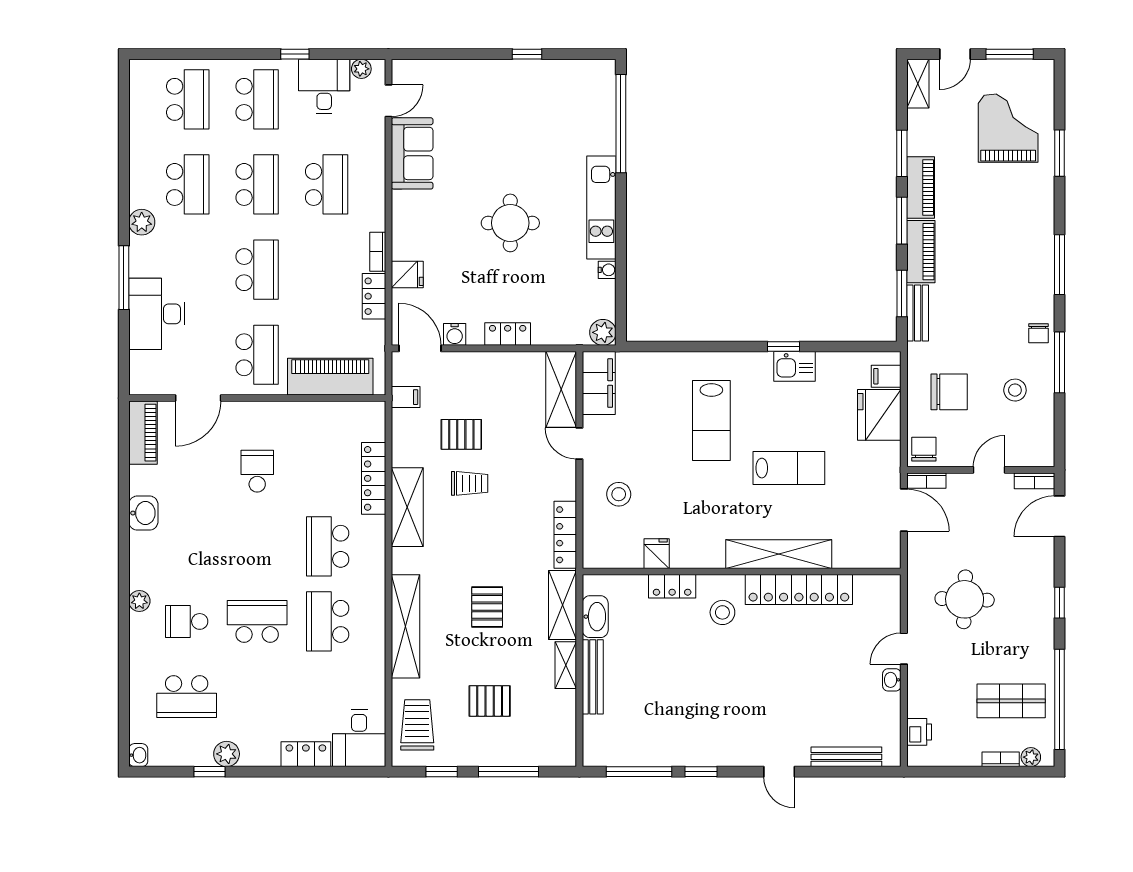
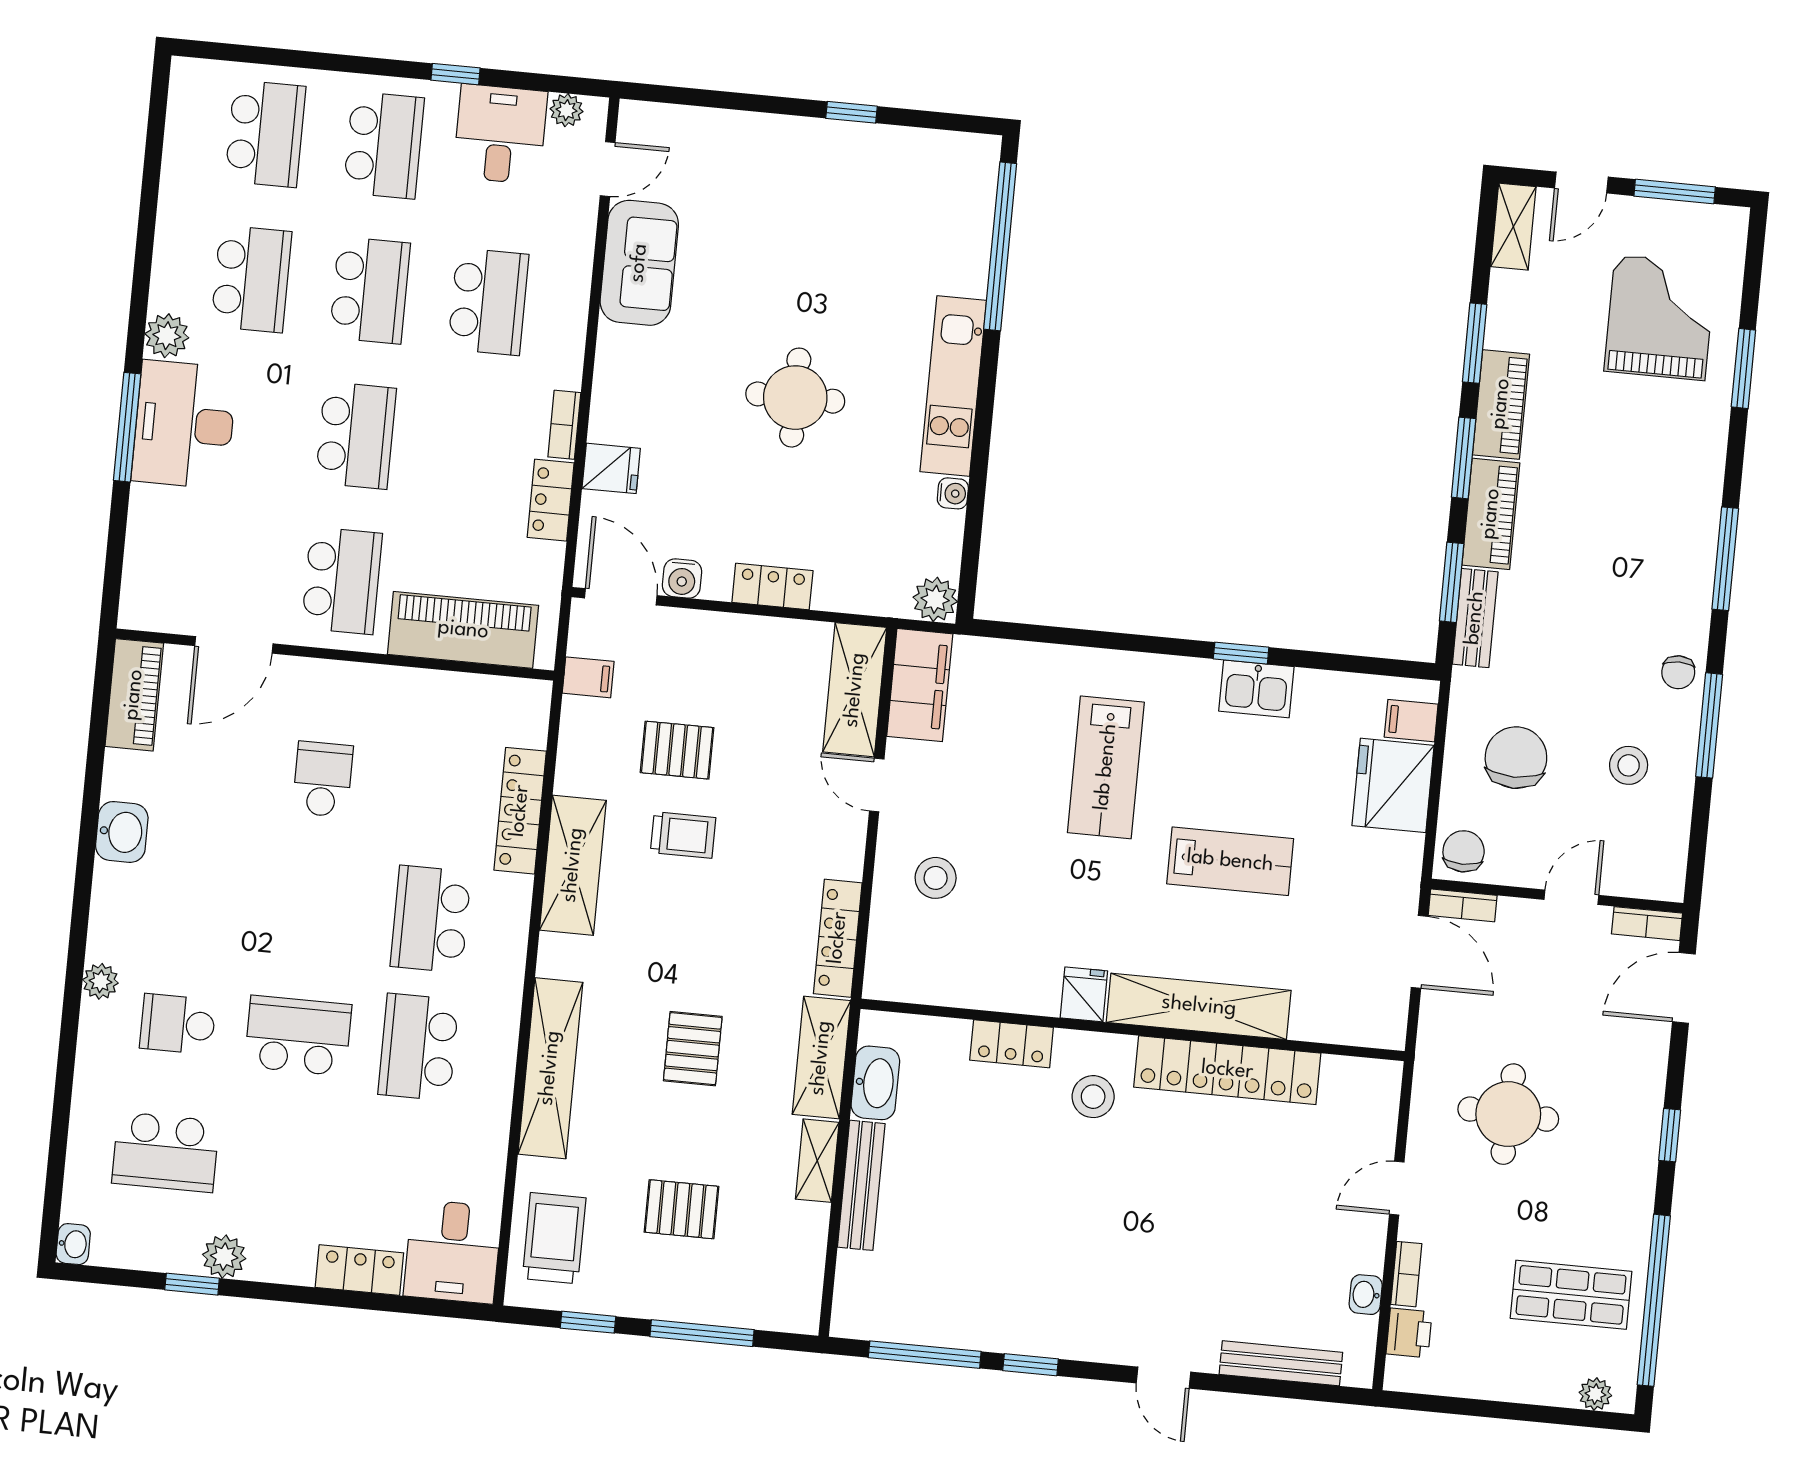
desk: (157, 314) -> (184, 424), moved
chair: (949, 392) -> (1516, 758), turned -90
fridge: (657, 554) -> (1084, 994), moved
washbasin: (892, 680) -> (1366, 1295), moved
bookcase: (1001, 759) -> (1406, 1274), moved, turned 90

